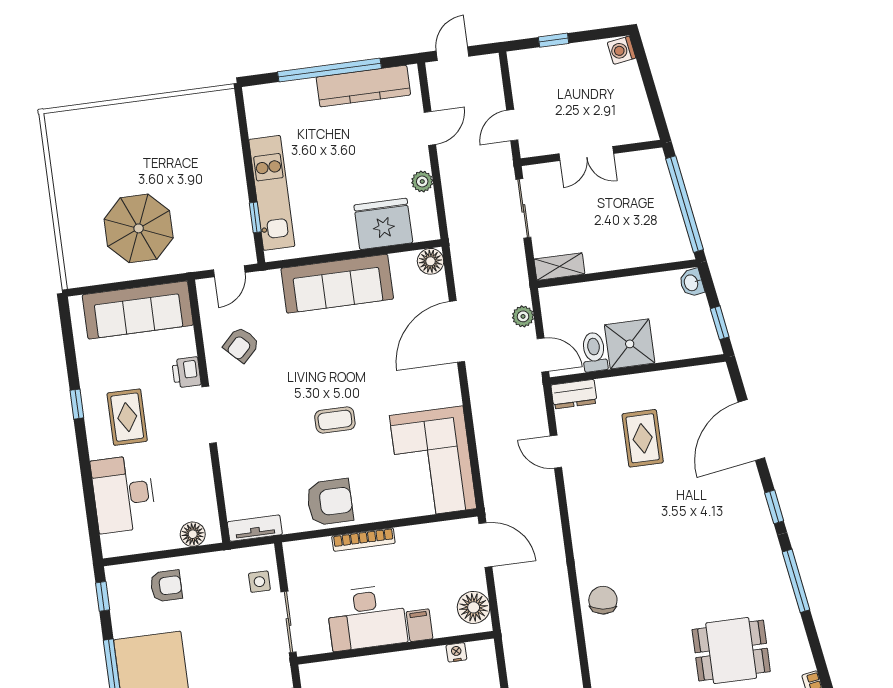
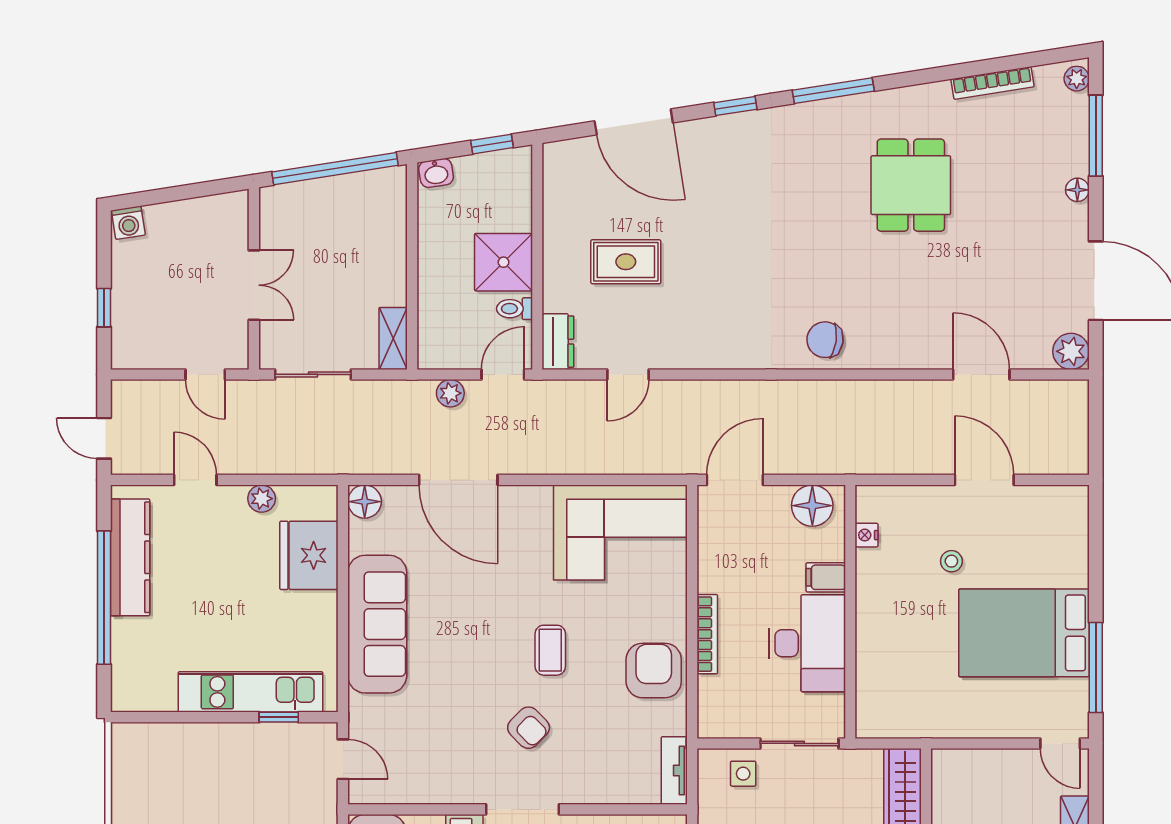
armchair: (241, 345) -> (529, 728), moved
toilet: (594, 352) -> (514, 309), width x0.73, depth x0.72

